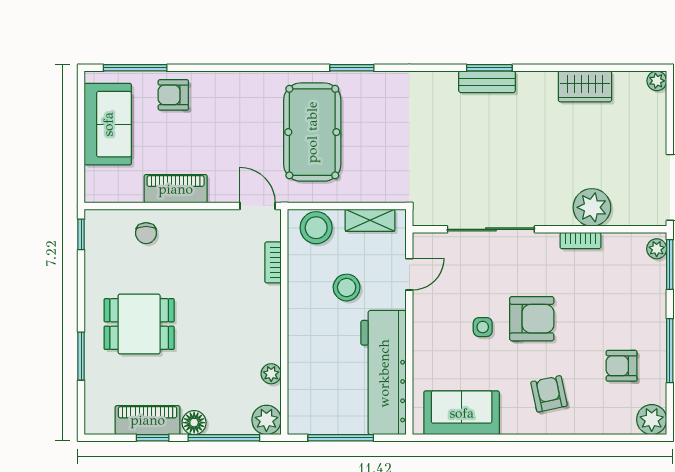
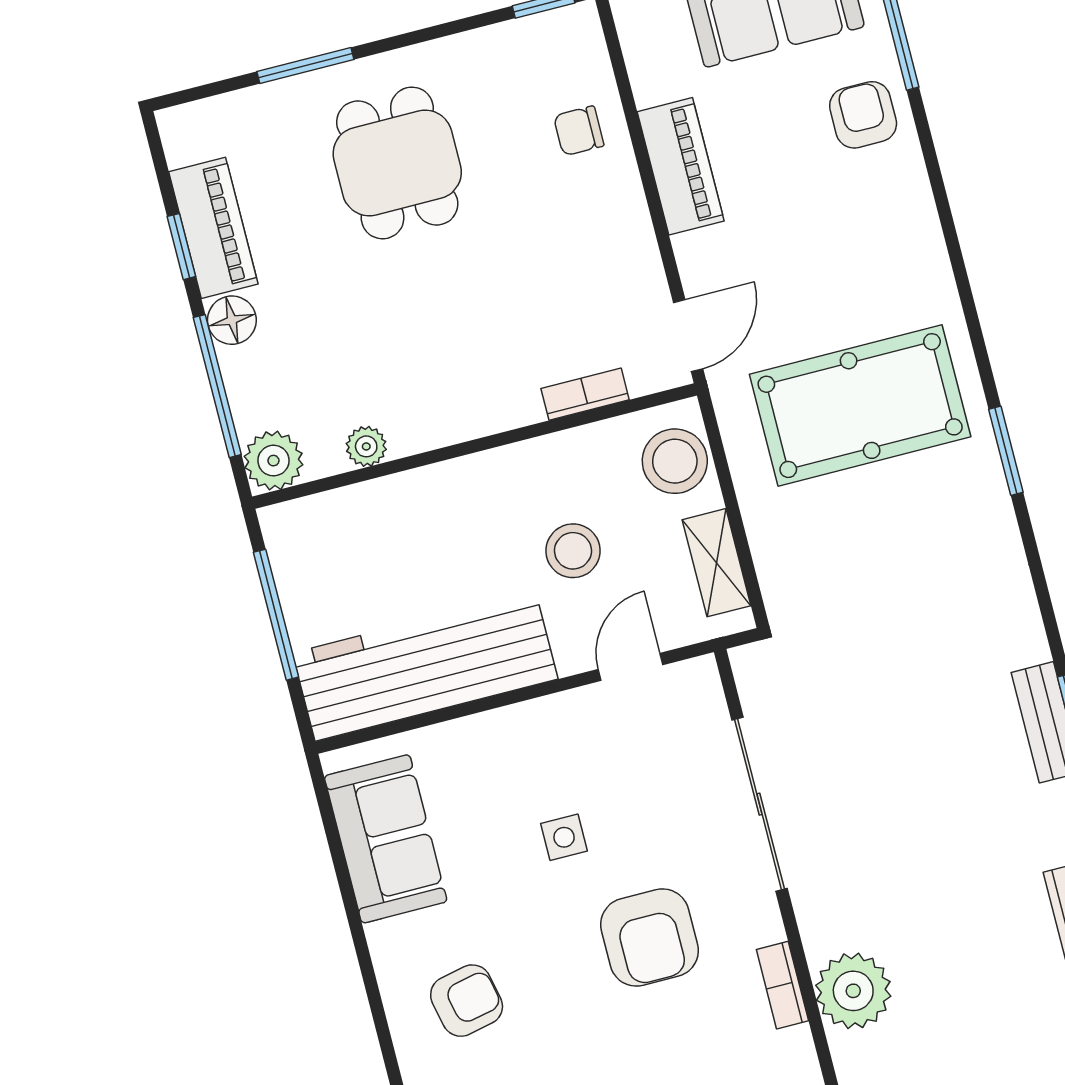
door: (409, 274) -> (631, 667), swing flipped
armchair: (532, 319) -> (649, 938), moved

